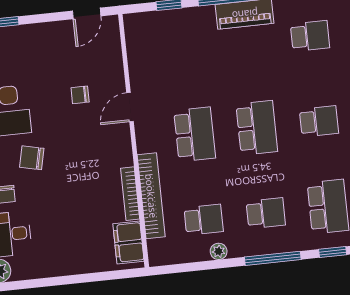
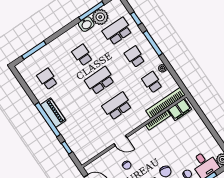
bookcase: (151, 196) -> (166, 103), moved

